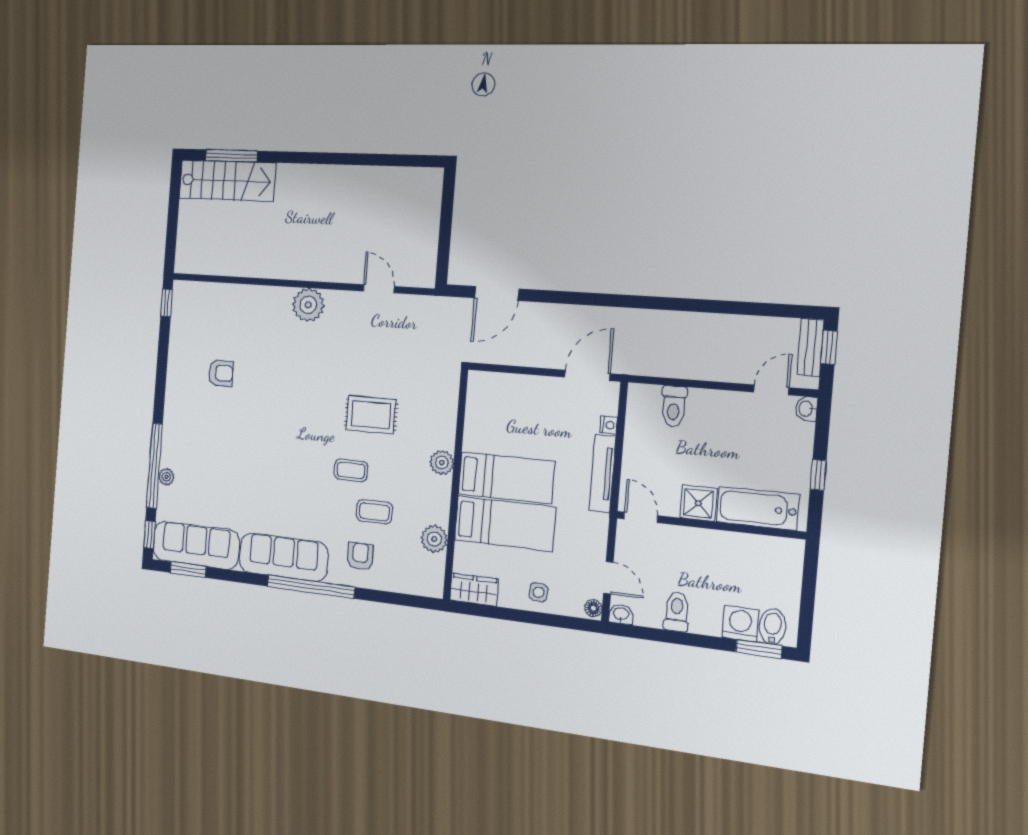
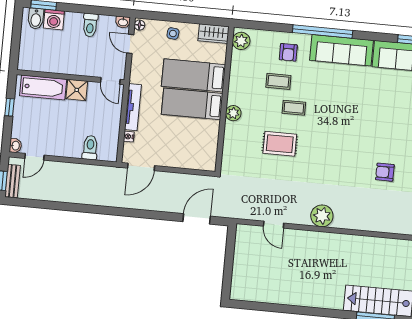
plant: (434, 539) -> (241, 41), moved

